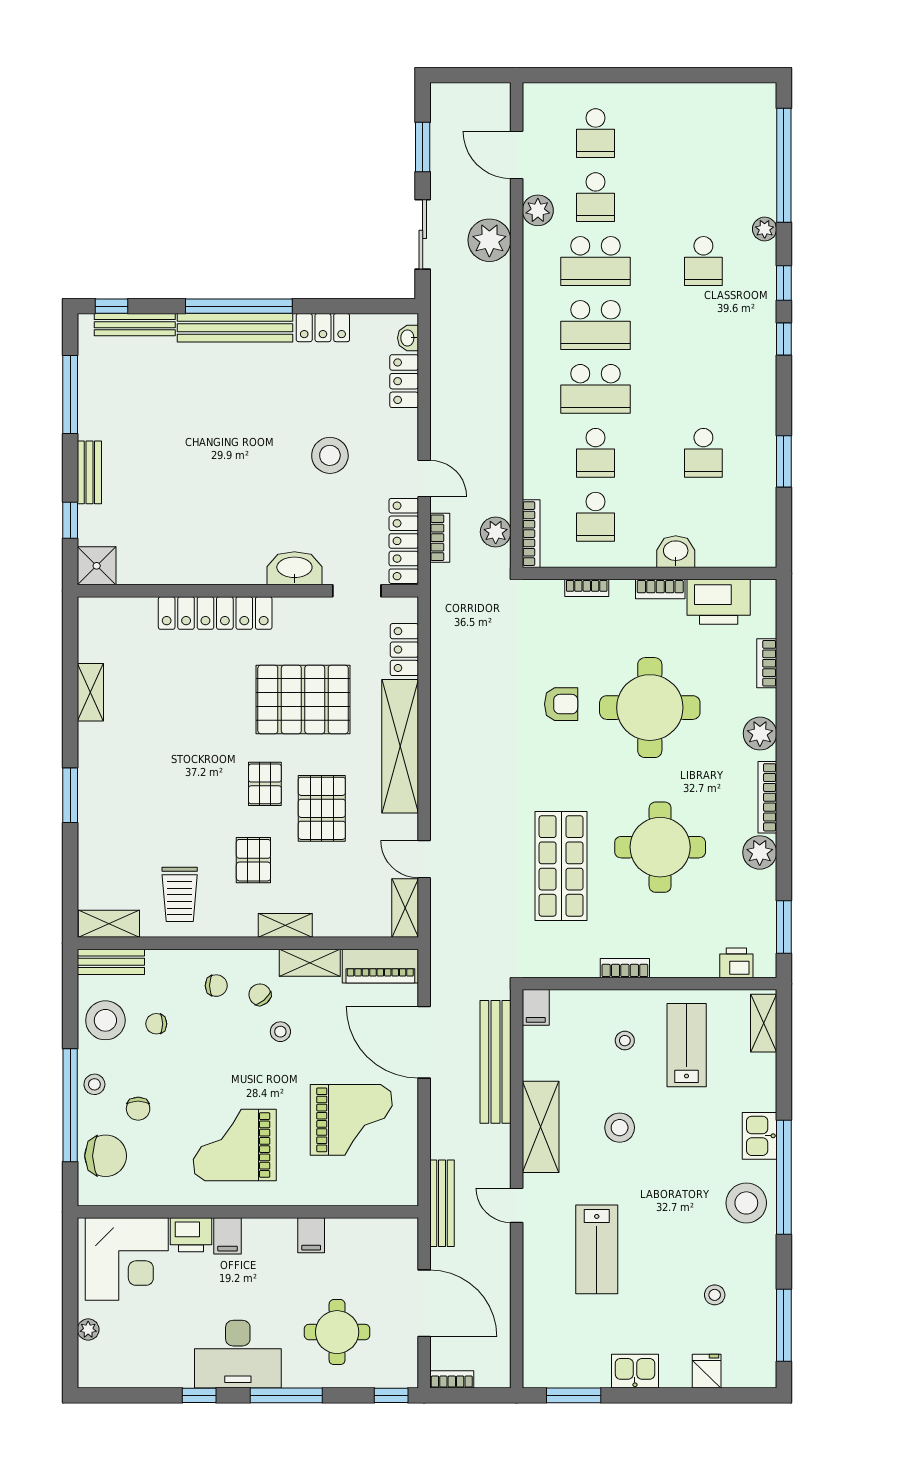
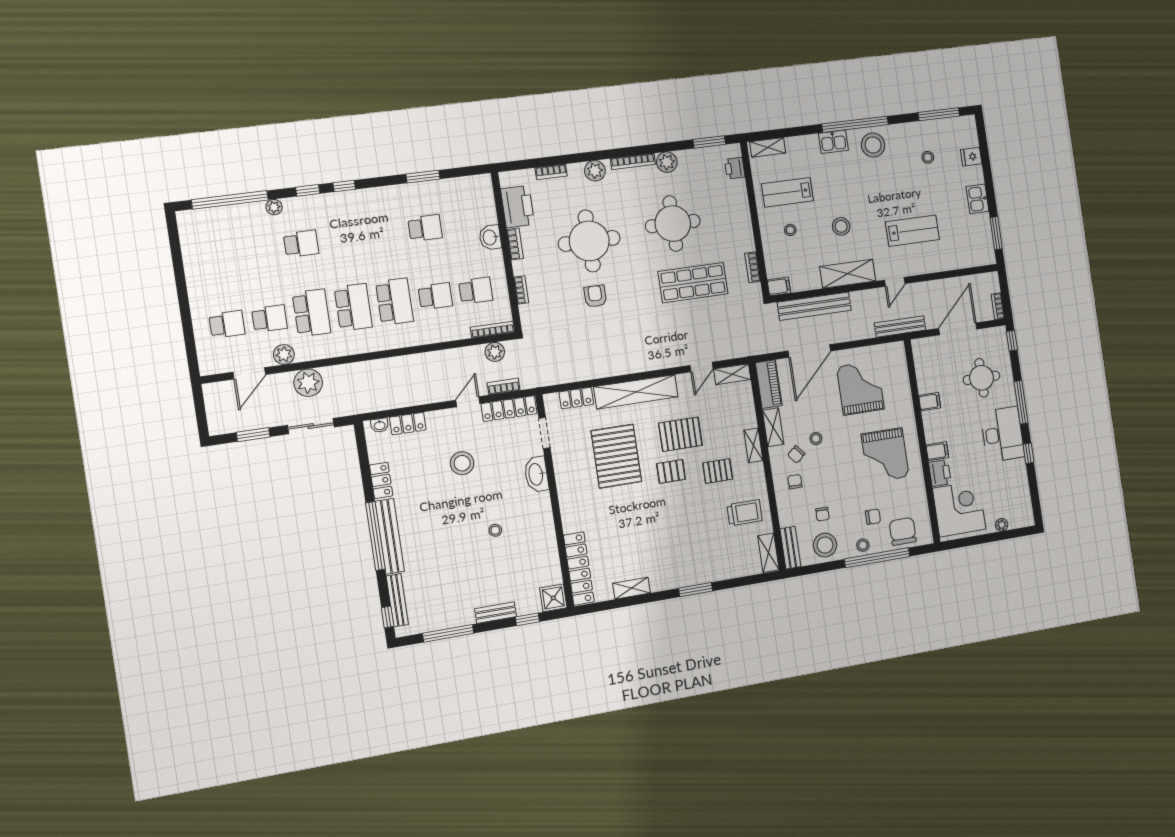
stool: (217, 491) -> (495, 530), added
locker: (215, 613) -> (579, 569), moved
bookcase: (625, 968) -> (753, 267), moved

